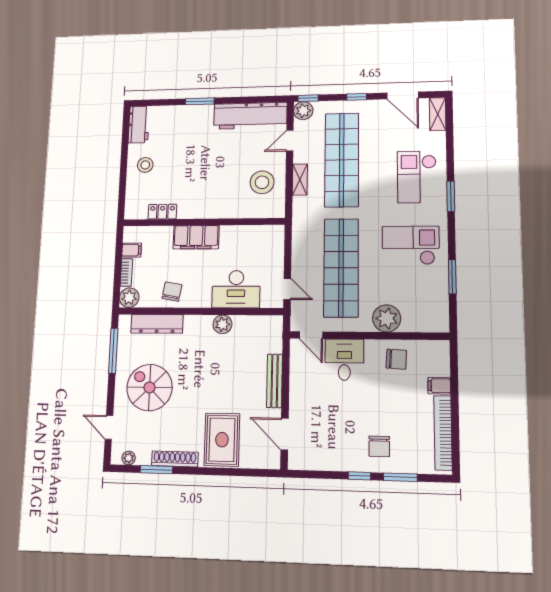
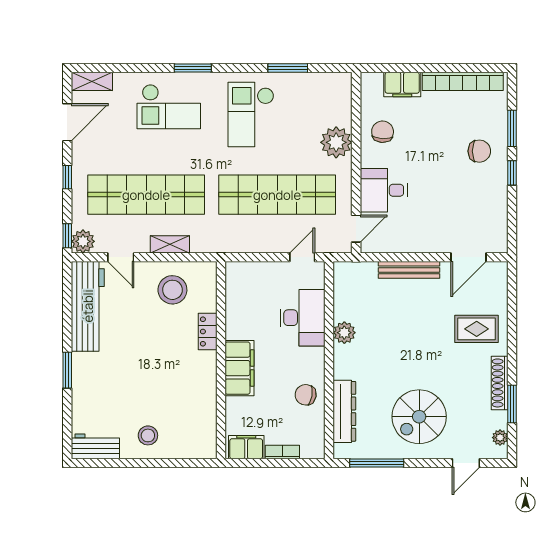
locker: (162, 212) -> (208, 332), moved
filing cabinet: (132, 250) -> (246, 447), width x2.00
plant: (129, 298) -> (313, 447), removed
filing cabinet: (439, 386) -> (402, 84), width x2.00
rug: (222, 440) -> (477, 329), width x0.73, depth x0.70

